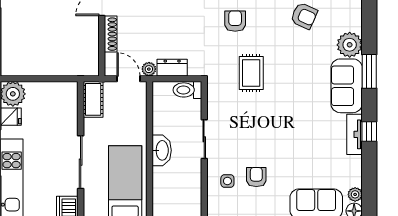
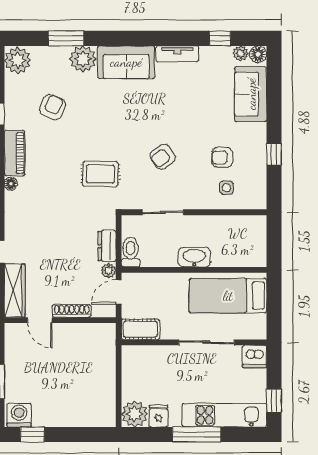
armchair: (235, 21) -> (163, 157), moved, turned -36
window: (369, 71) -> (66, 38), moved
rug: (251, 73) -> (100, 174), moved
toilet: (187, 90) -> (131, 252), moved, turned 180
window: (369, 132) -> (220, 38), moved
sliding door: (204, 139) -> (163, 212), moved

